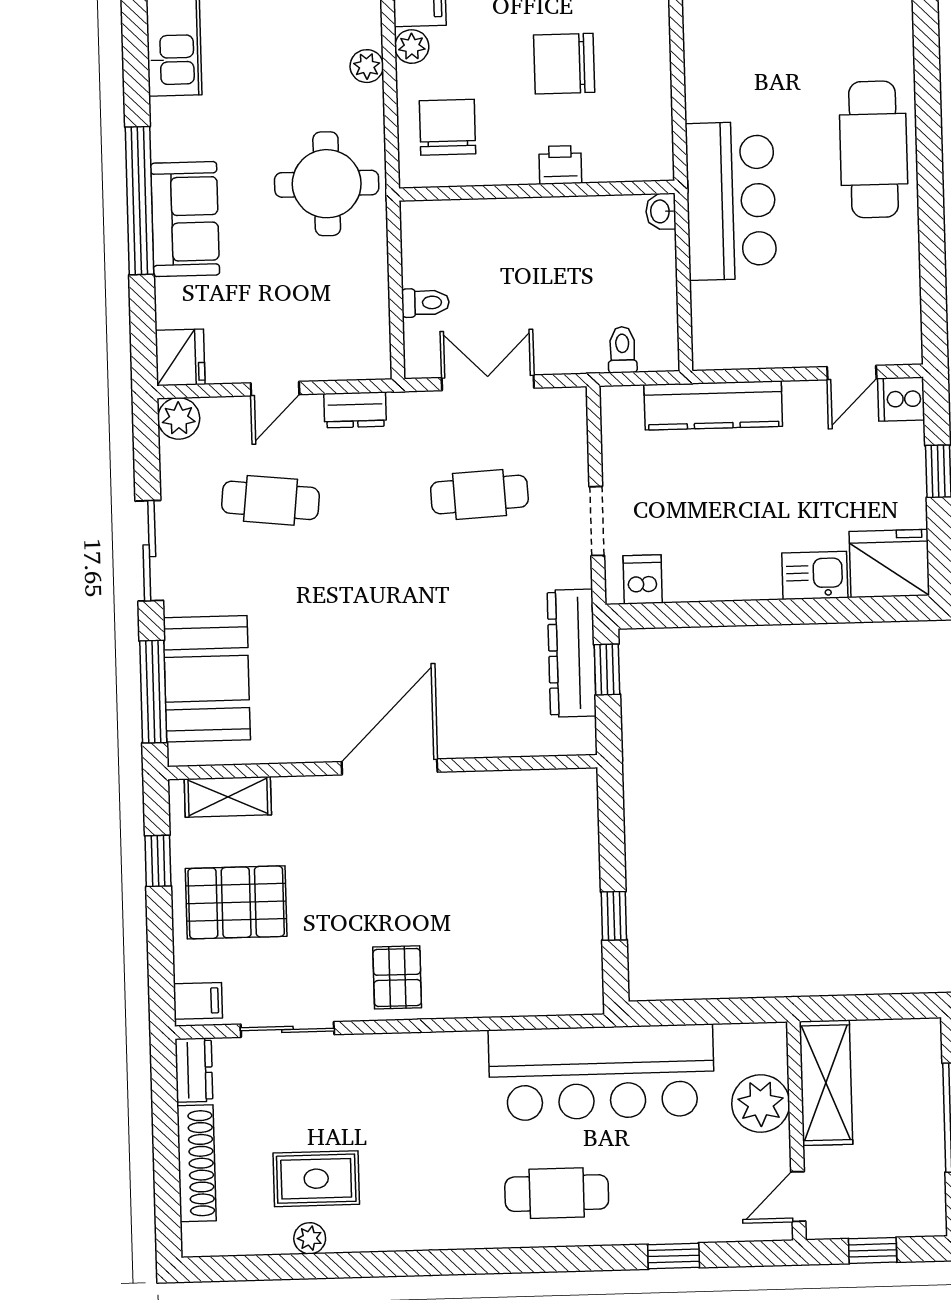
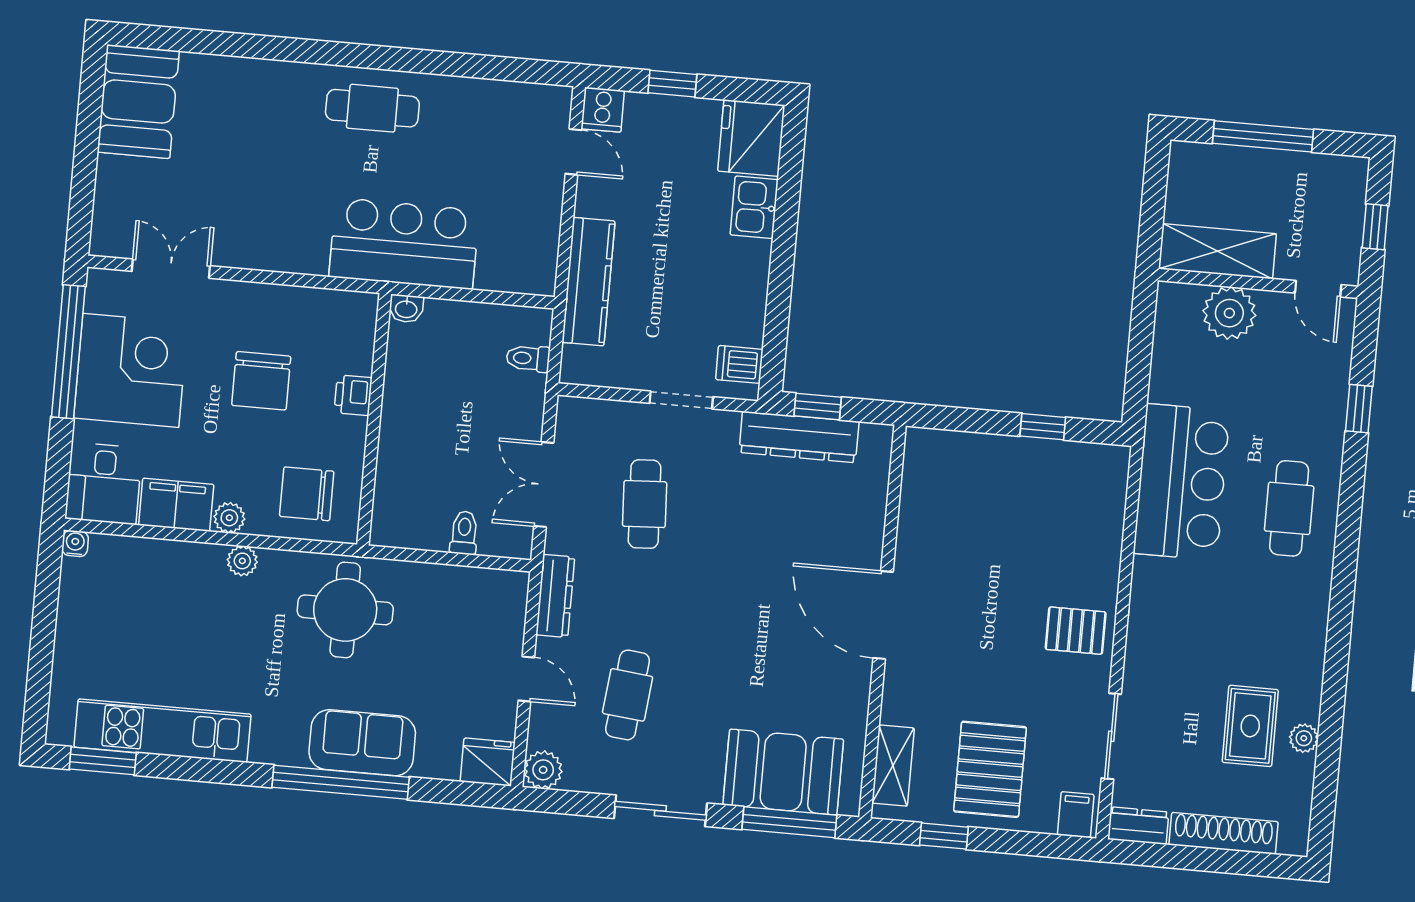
cafe table: (874, 149) -> (372, 108), width x0.73, depth x0.74
dresser: (355, 410) -> (555, 596), width x1.44
bar counter: (601, 1072) -> (1182, 482), width x0.73

